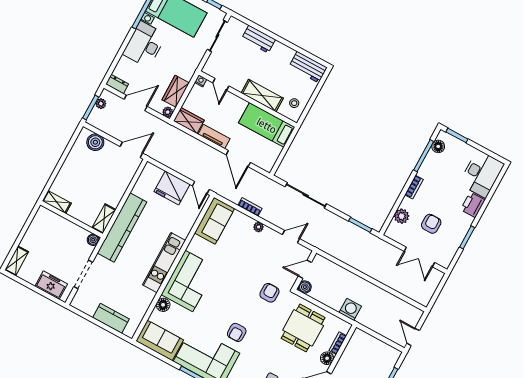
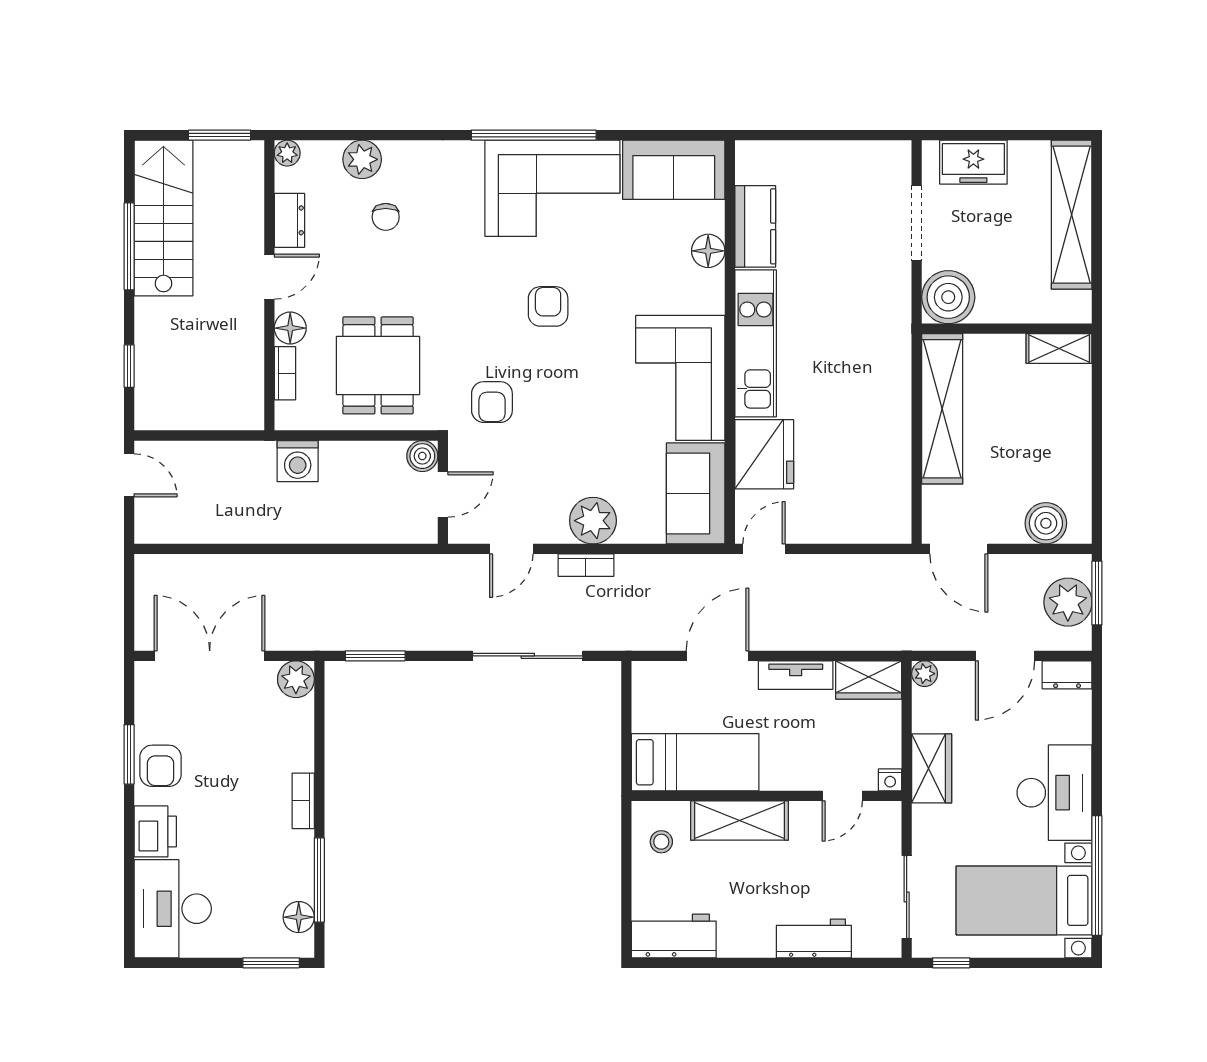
door: (221, 84) -> (842, 796), swing flipped
wardrobe: (176, 91) -> (932, 768), moved
plant: (101, 104) -> (1068, 602), width x1.88, depth x1.88
door: (131, 150) -> (959, 549), hinge flipped
door: (238, 159) -> (718, 656), hinge flipped
fridge: (172, 188) -> (764, 454), moved, turned 90
door: (201, 188) -> (764, 549), hinge flipped
bookcase: (250, 207) -> (586, 565), moved
plant: (402, 216) -> (296, 679), moved
shelving: (104, 219) -> (942, 409), width x2.20, depth x1.33
armchair: (431, 224) -> (160, 766), moved
kitchen counter: (122, 227) -> (888, 370), removed
plant: (259, 227) -> (593, 521), width x1.88, depth x1.88
boiler: (93, 240) -> (948, 297), width x1.86, depth x1.86
double door: (419, 257) -> (210, 656), width x1.37
shelving: (17, 261) -> (1072, 215), width x2.20, depth x1.33
corner sofa: (189, 281) -> (680, 378), moved
kitchen counter: (111, 318) -> (755, 226), moved, turned -90
armchair: (237, 332) -> (548, 306), moved

